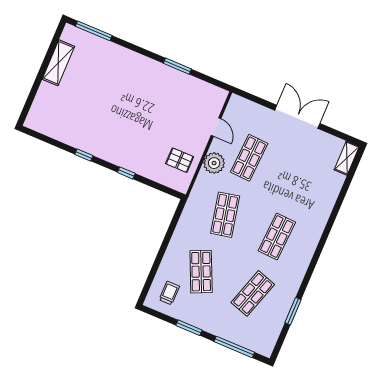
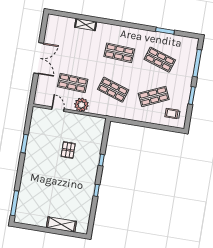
shelving: (58, 63) -> (61, 225), moved
double door: (297, 117) -> (39, 58), swing flipped
door: (216, 127) -> (58, 109), hinge flipped
shelving: (347, 158) -> (86, 24), moved
pallet: (180, 160) -> (68, 150), moved
shop shelf: (225, 215) -> (113, 90), turned 30

